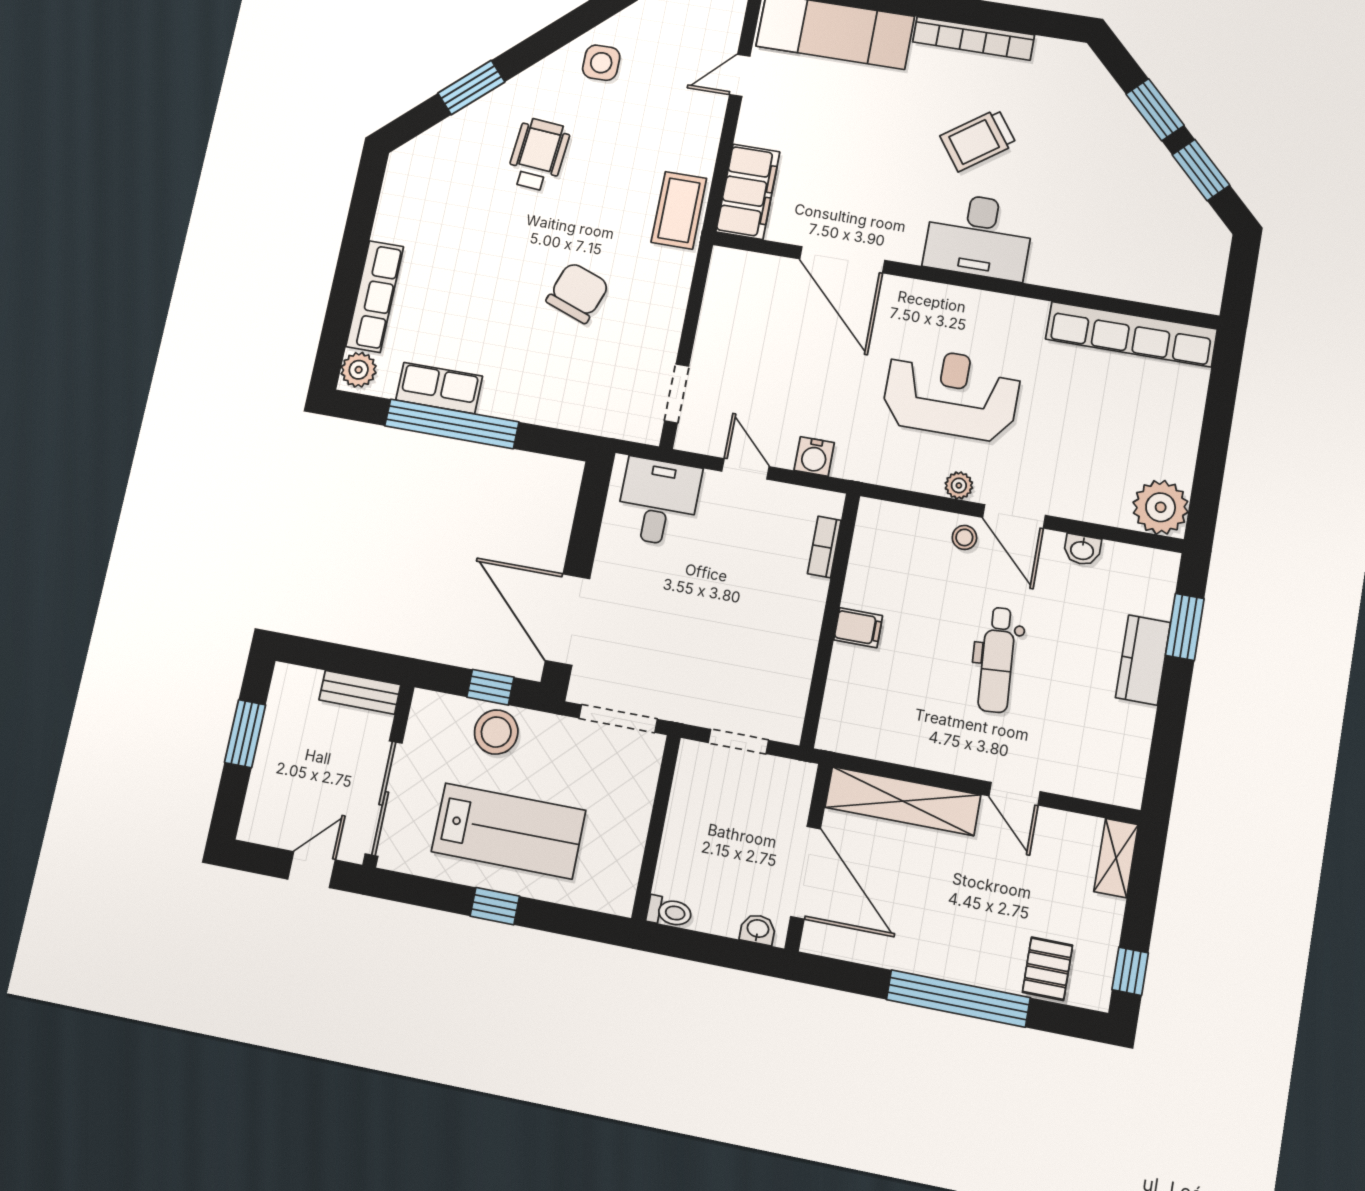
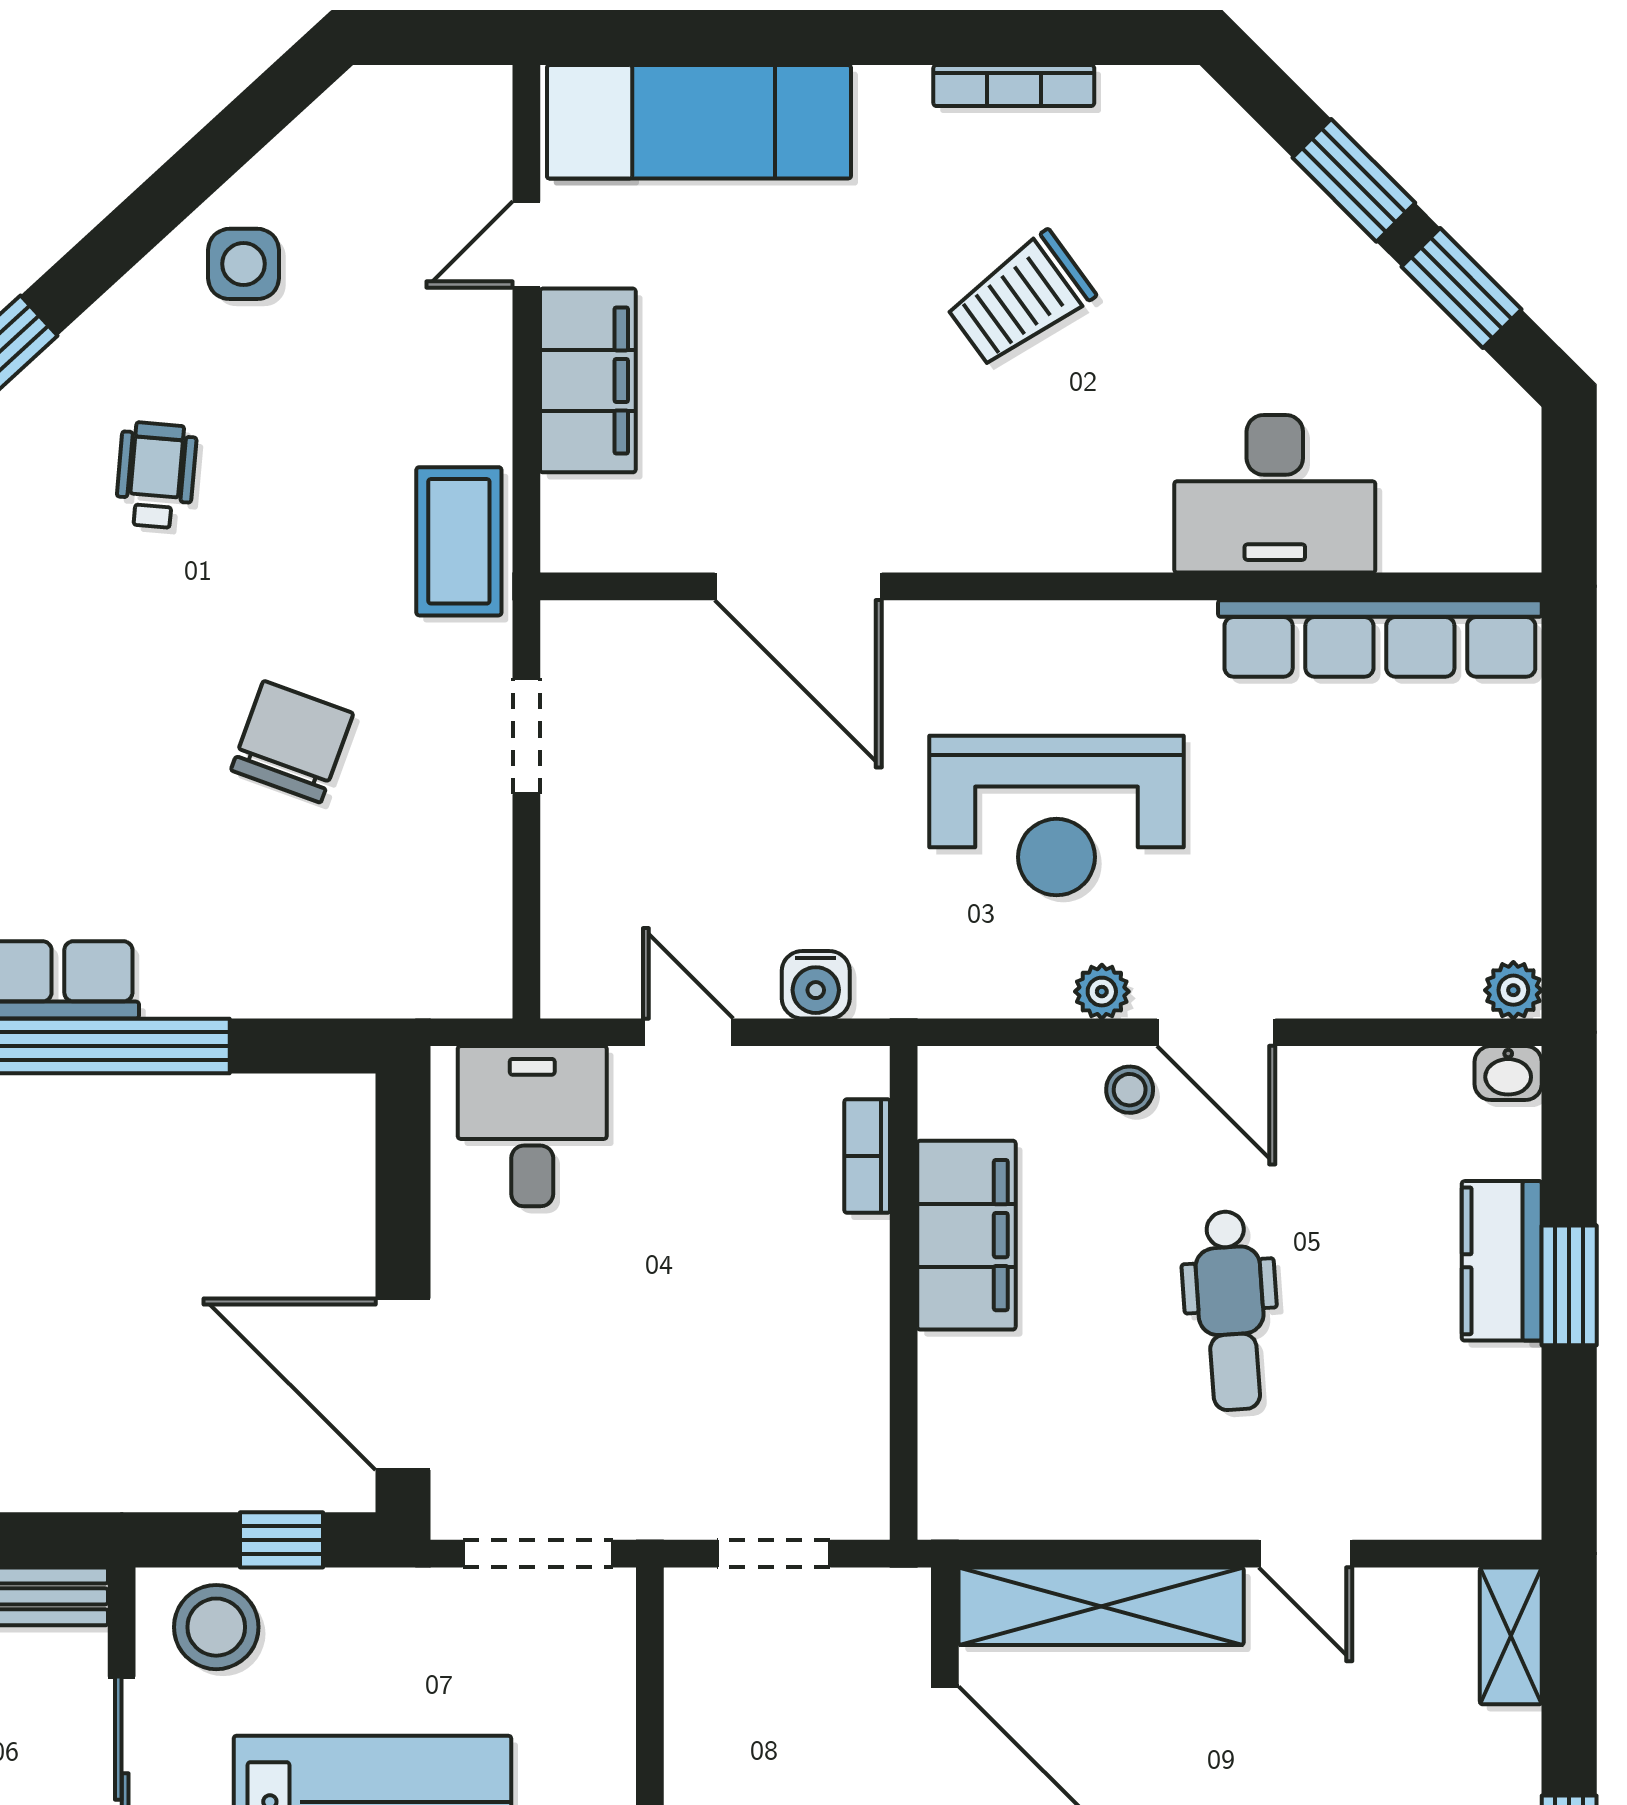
bookcase: (973, 38) -> (1014, 86), width x0.68, depth x0.76
wheelchair: (538, 155) -> (156, 475), width x0.73, depth x0.73
filing cabinet: (748, 192) -> (588, 380), moved
desk: (979, 236) -> (1275, 494), moved
doorway: (677, 394) -> (526, 736), moved
reception desk: (951, 394) -> (1056, 815), turned 180
plant: (1161, 507) -> (1513, 990), width x0.53, depth x0.53
washbasin: (1082, 550) -> (1508, 1073), moved
window: (1185, 627) -> (1569, 1285), moved
filing cabinet: (858, 628) -> (966, 1235), width x3.00, depth x1.17
stool: (496, 732) -> (216, 1627), moved

